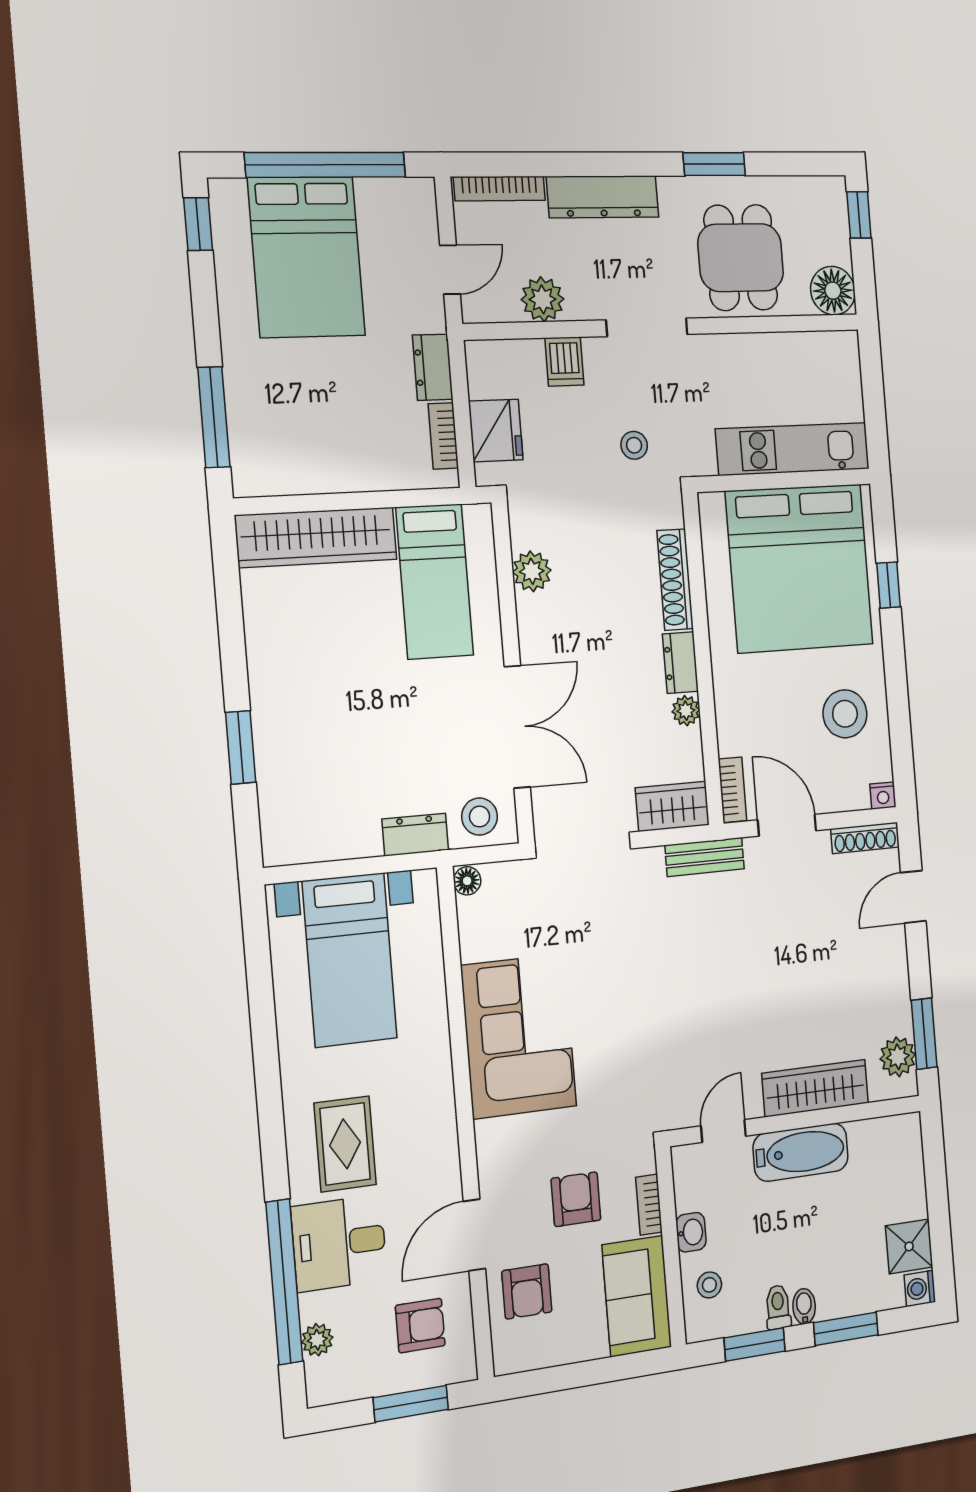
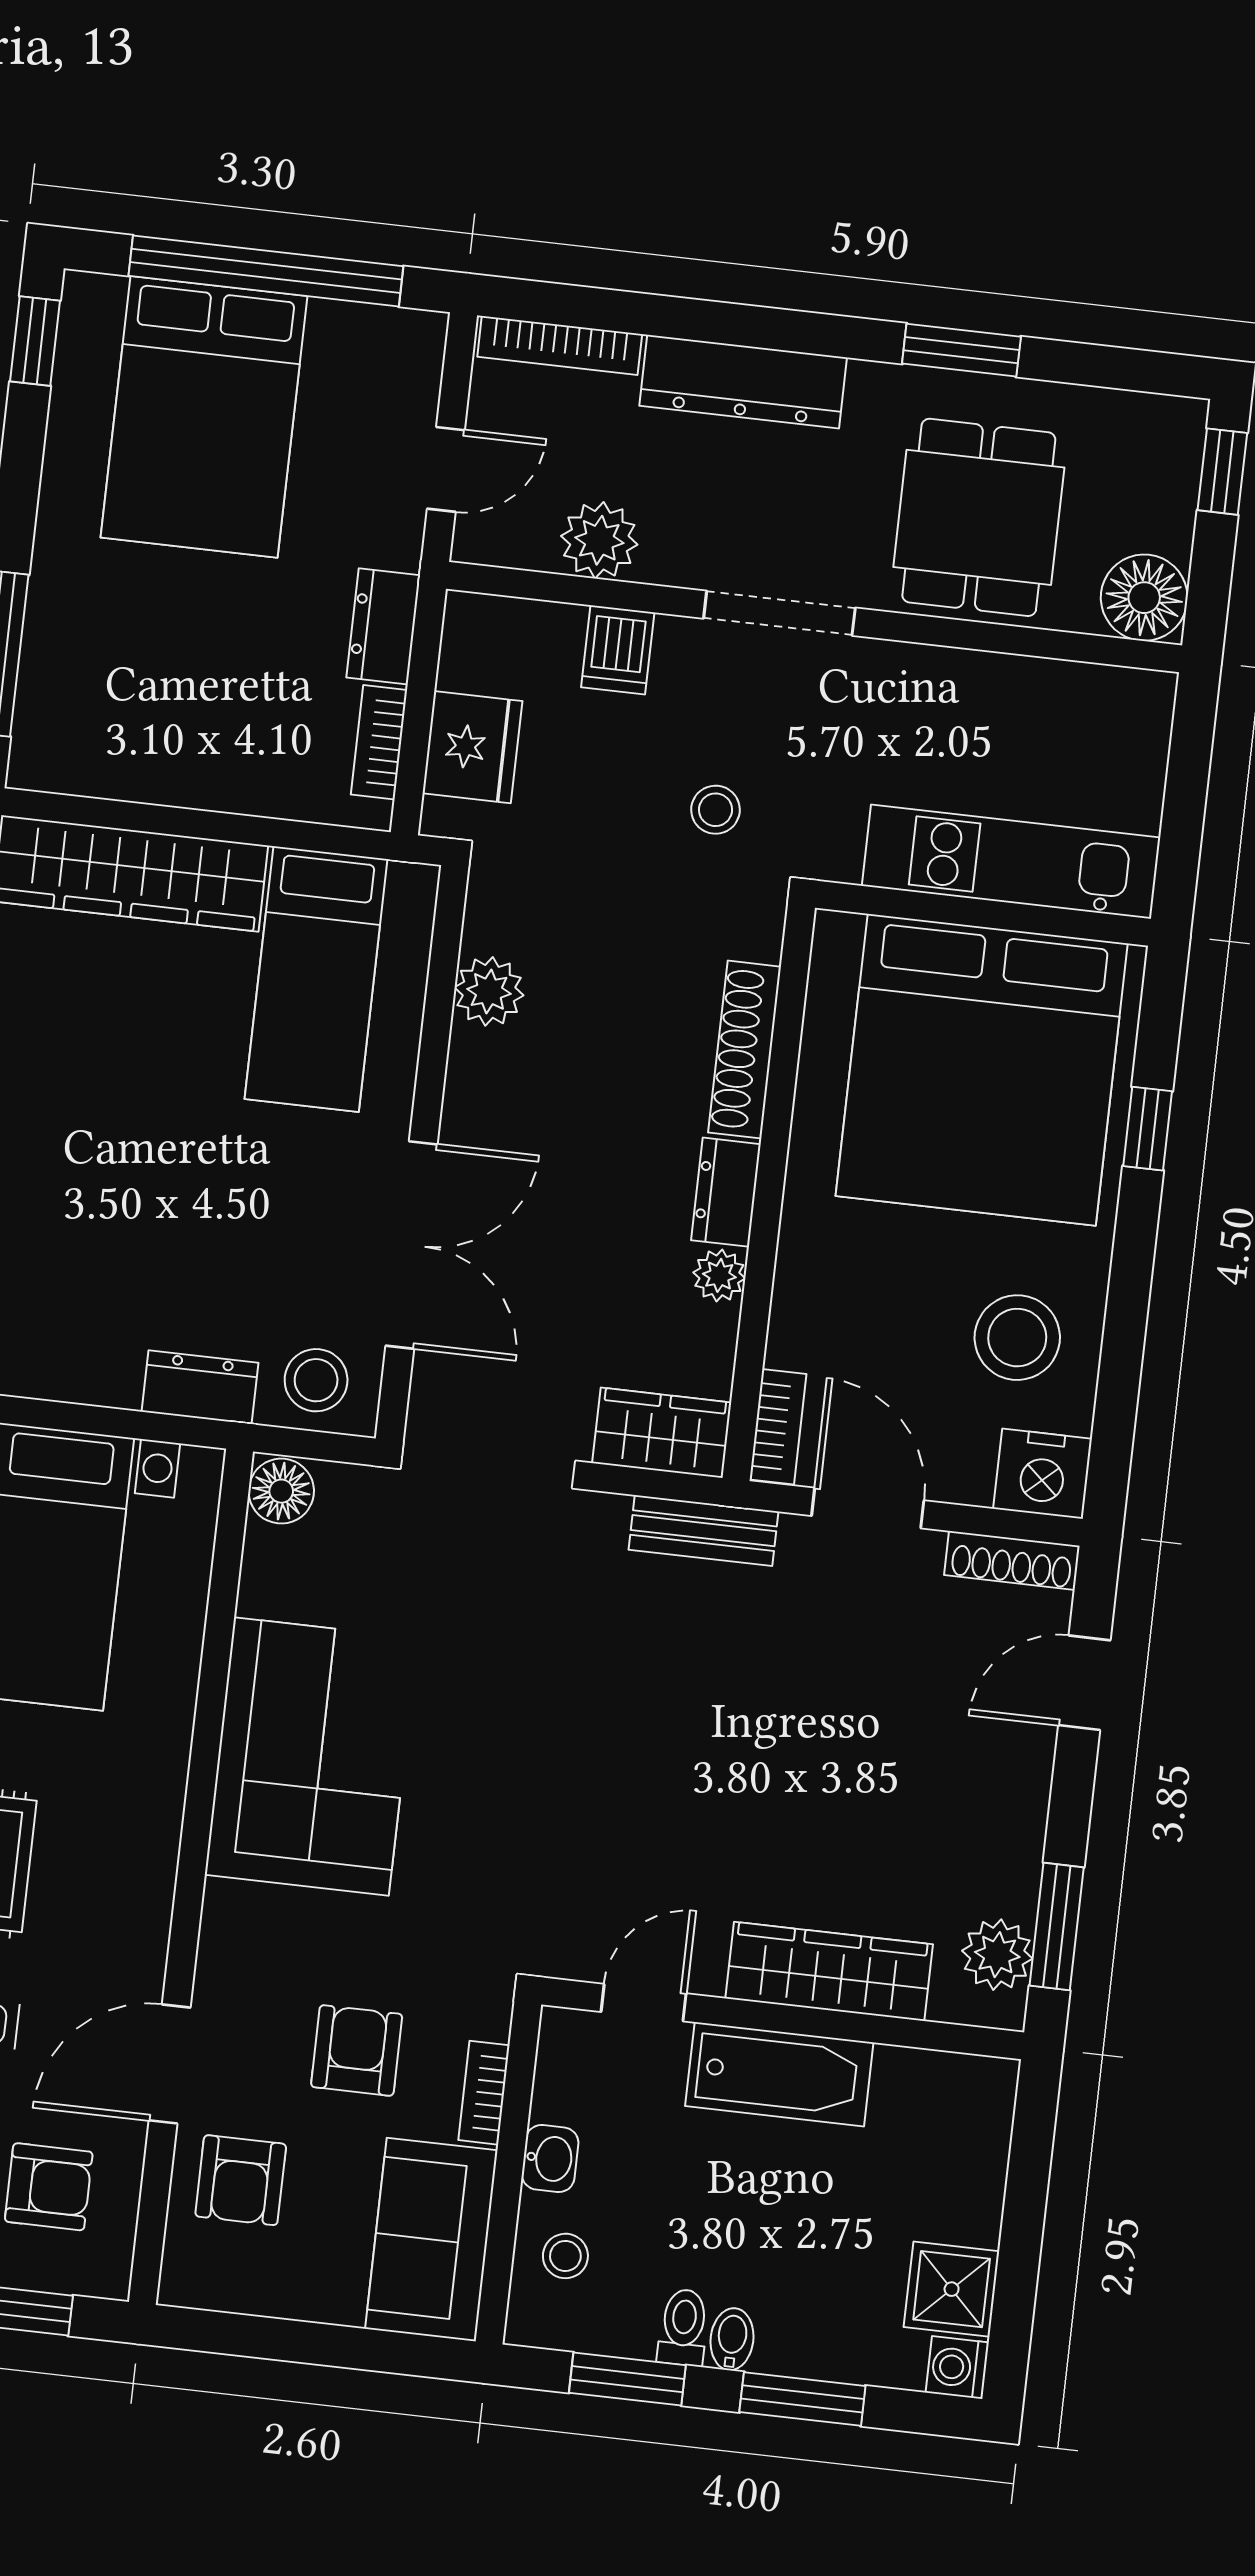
nightstand: (883, 796) -> (1043, 1474), width x1.89, depth x1.79
floor lamp: (467, 881) -> (281, 1491), width x1.37, depth x1.37

